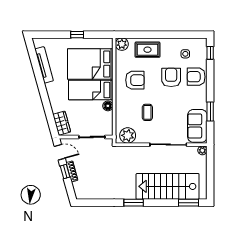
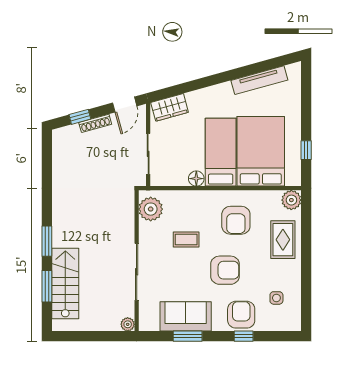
window: (77, 35) -> (306, 150), moved
window: (210, 53) -> (244, 336), moved
armchair: (171, 77) -> (225, 270), moved
sofa: (197, 126) -> (186, 316), moved
window: (65, 172) -> (80, 117), moved
stairs: (168, 186) -> (65, 283), width x0.73, depth x0.66
window: (134, 203) -> (47, 241), moved
window: (189, 203) -> (47, 286), moved

